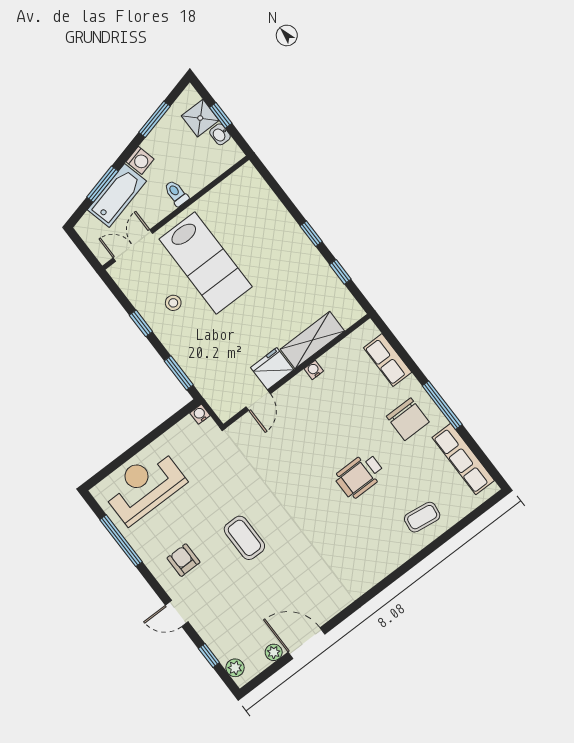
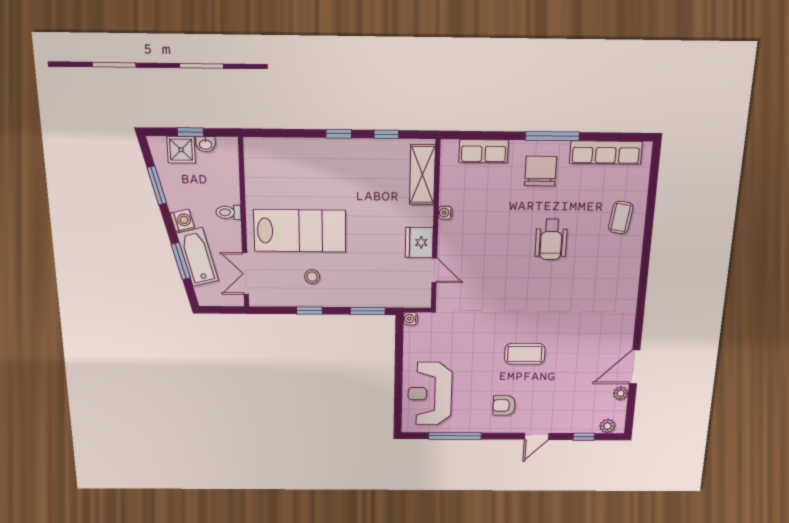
shelving: (312, 340) -> (422, 175), moved
chair: (408, 419) -> (540, 171), turned -90

